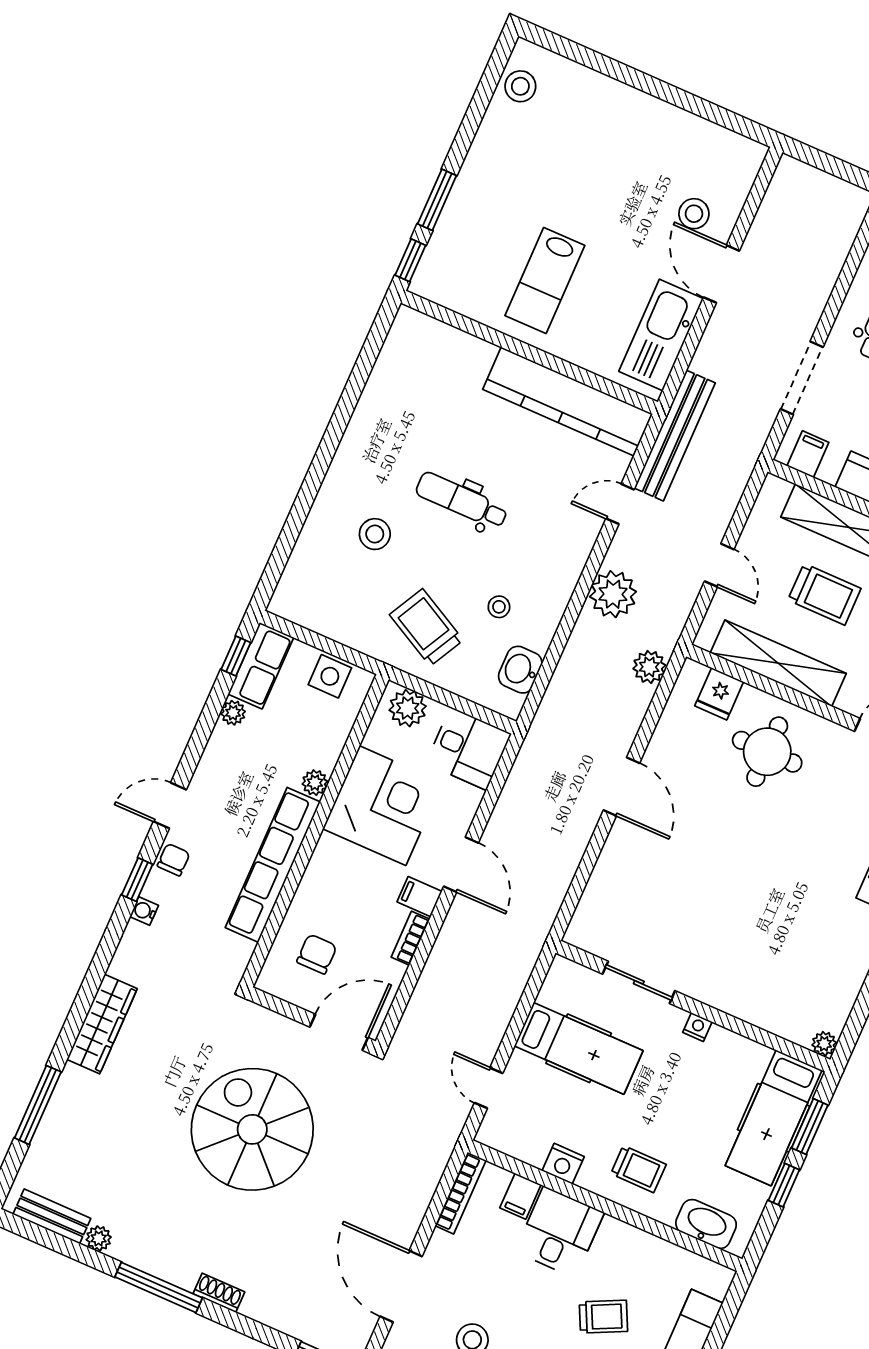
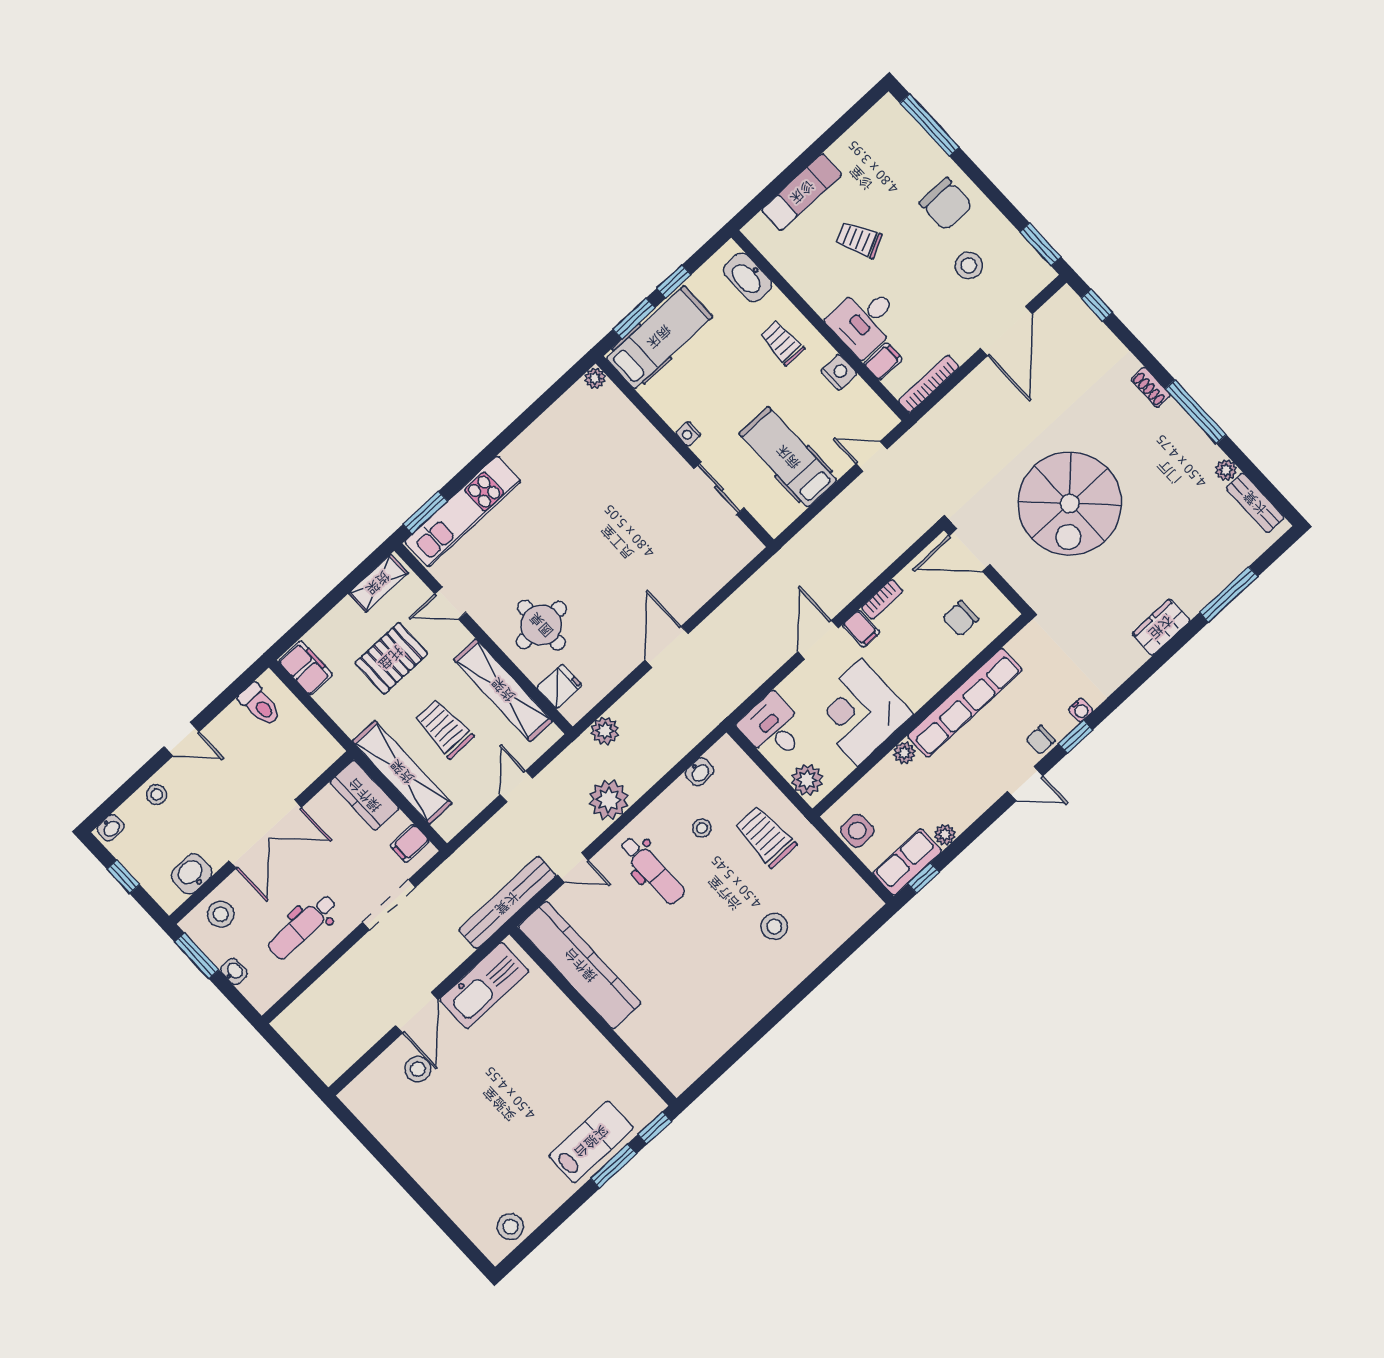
lab bench: (545, 281) -> (591, 1142), moved
dental chair: (462, 501) -> (652, 870), moved
trolley: (426, 627) -> (765, 836), turned 152
washbasin: (520, 670) -> (699, 772), width x0.72, depth x0.69
wardrobe: (102, 1024) -> (1161, 627), width x0.67
door: (489, 1088) -> (872, 456), swing flipped

